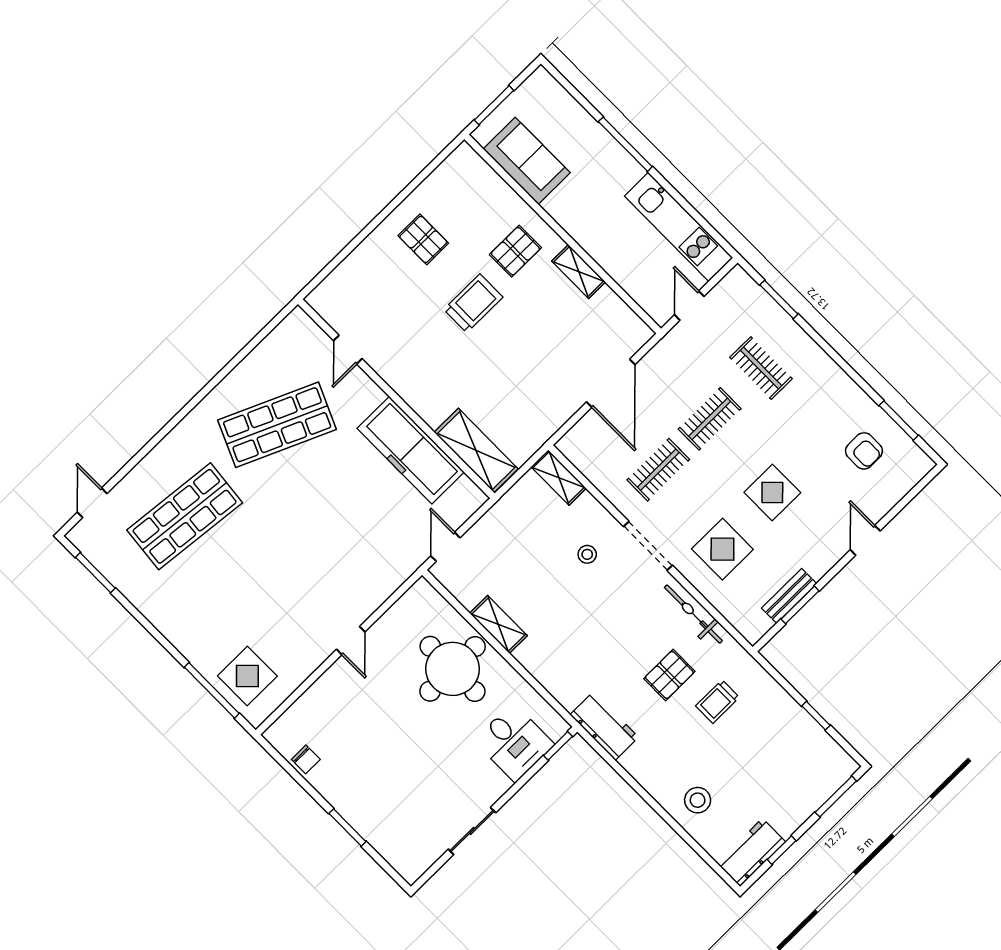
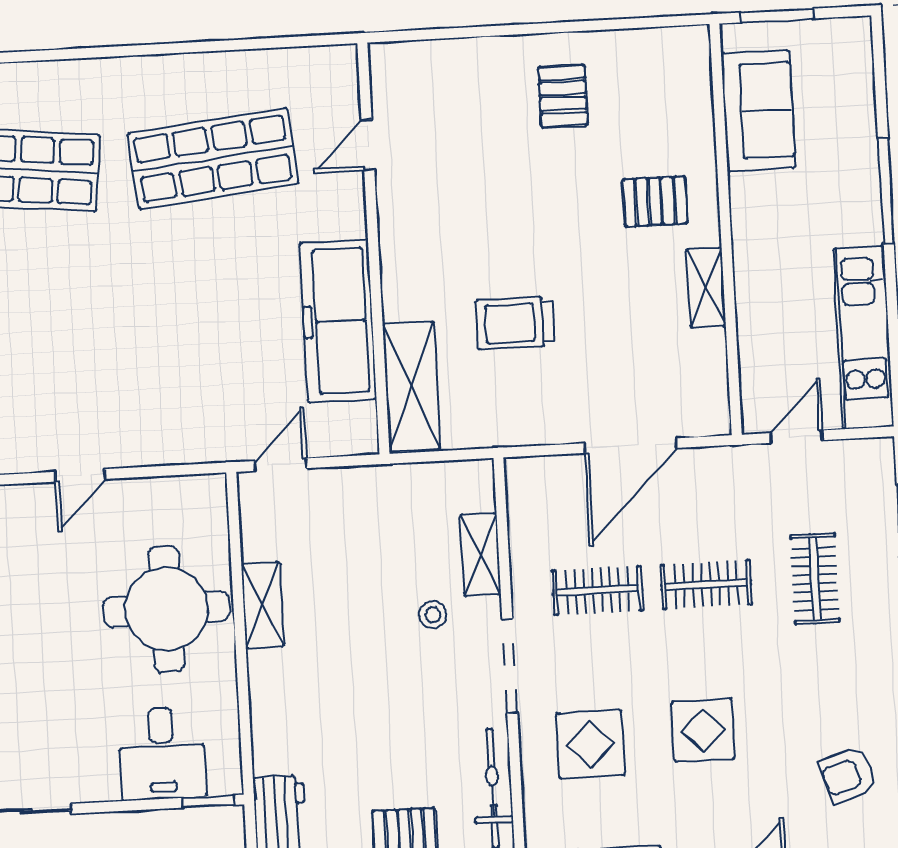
trolley: (473, 303) -> (515, 323), moved, turned 180
shop shelf: (277, 425) -> (213, 159), turned -30
armchair: (864, 451) -> (848, 775), turned 72
shelving: (559, 477) -> (480, 555), moved

